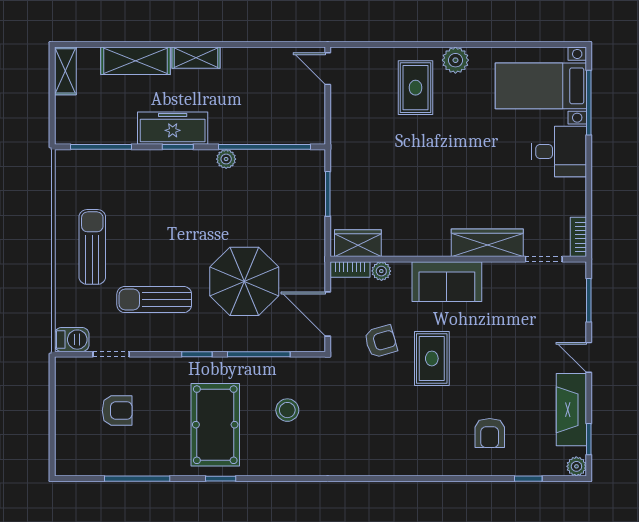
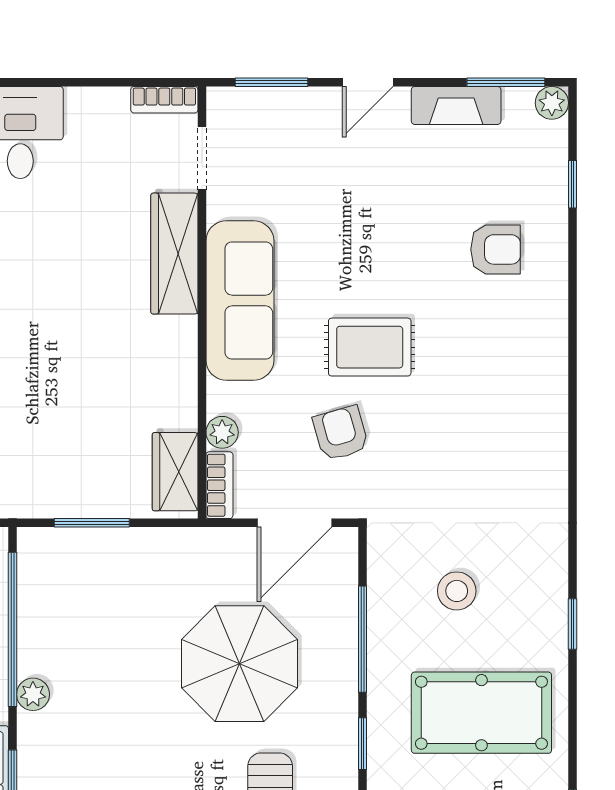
sofa: (447, 282) -> (240, 301), width x1.36
fireplace: (571, 410) -> (456, 105), width x0.73, depth x0.76
window: (589, 439) -> (506, 82), width x1.50
window: (221, 479) -> (572, 624), moved

